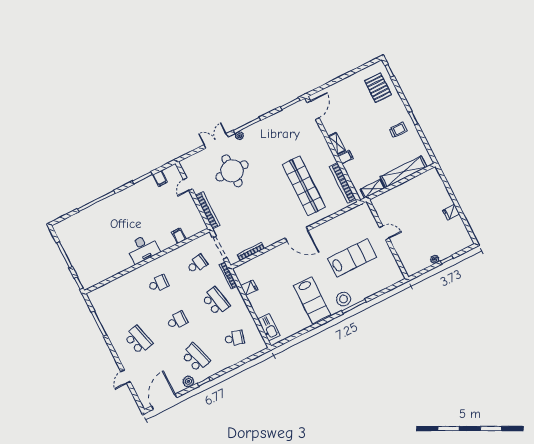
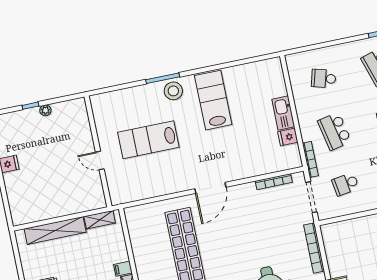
bookcase: (343, 183) -> (135, 237), removed
door: (297, 234) -> (210, 188), swing flipped
filing cabinet: (179, 236) -> (359, 226), removed
kitchen sink: (269, 327) -> (283, 113), moved

